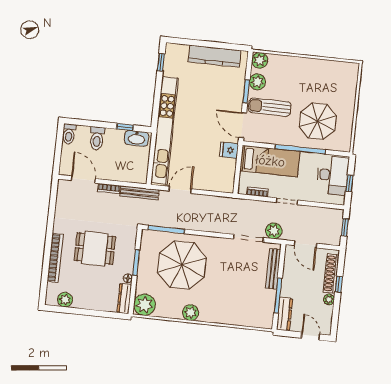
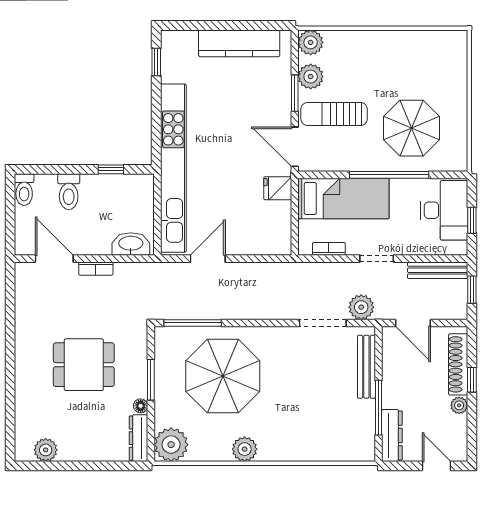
washbasin: (136, 138) -> (131, 244), moved, turned 180
bench: (140, 193) -> (438, 270), moved
bookcase: (55, 258) -> (23, 386), removed

